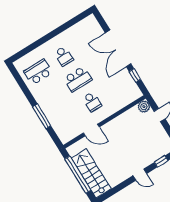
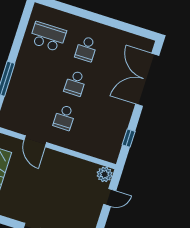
double door: (118, 48) -> (147, 80), moved
school desk: (78, 79) -> (75, 83), width x0.54

